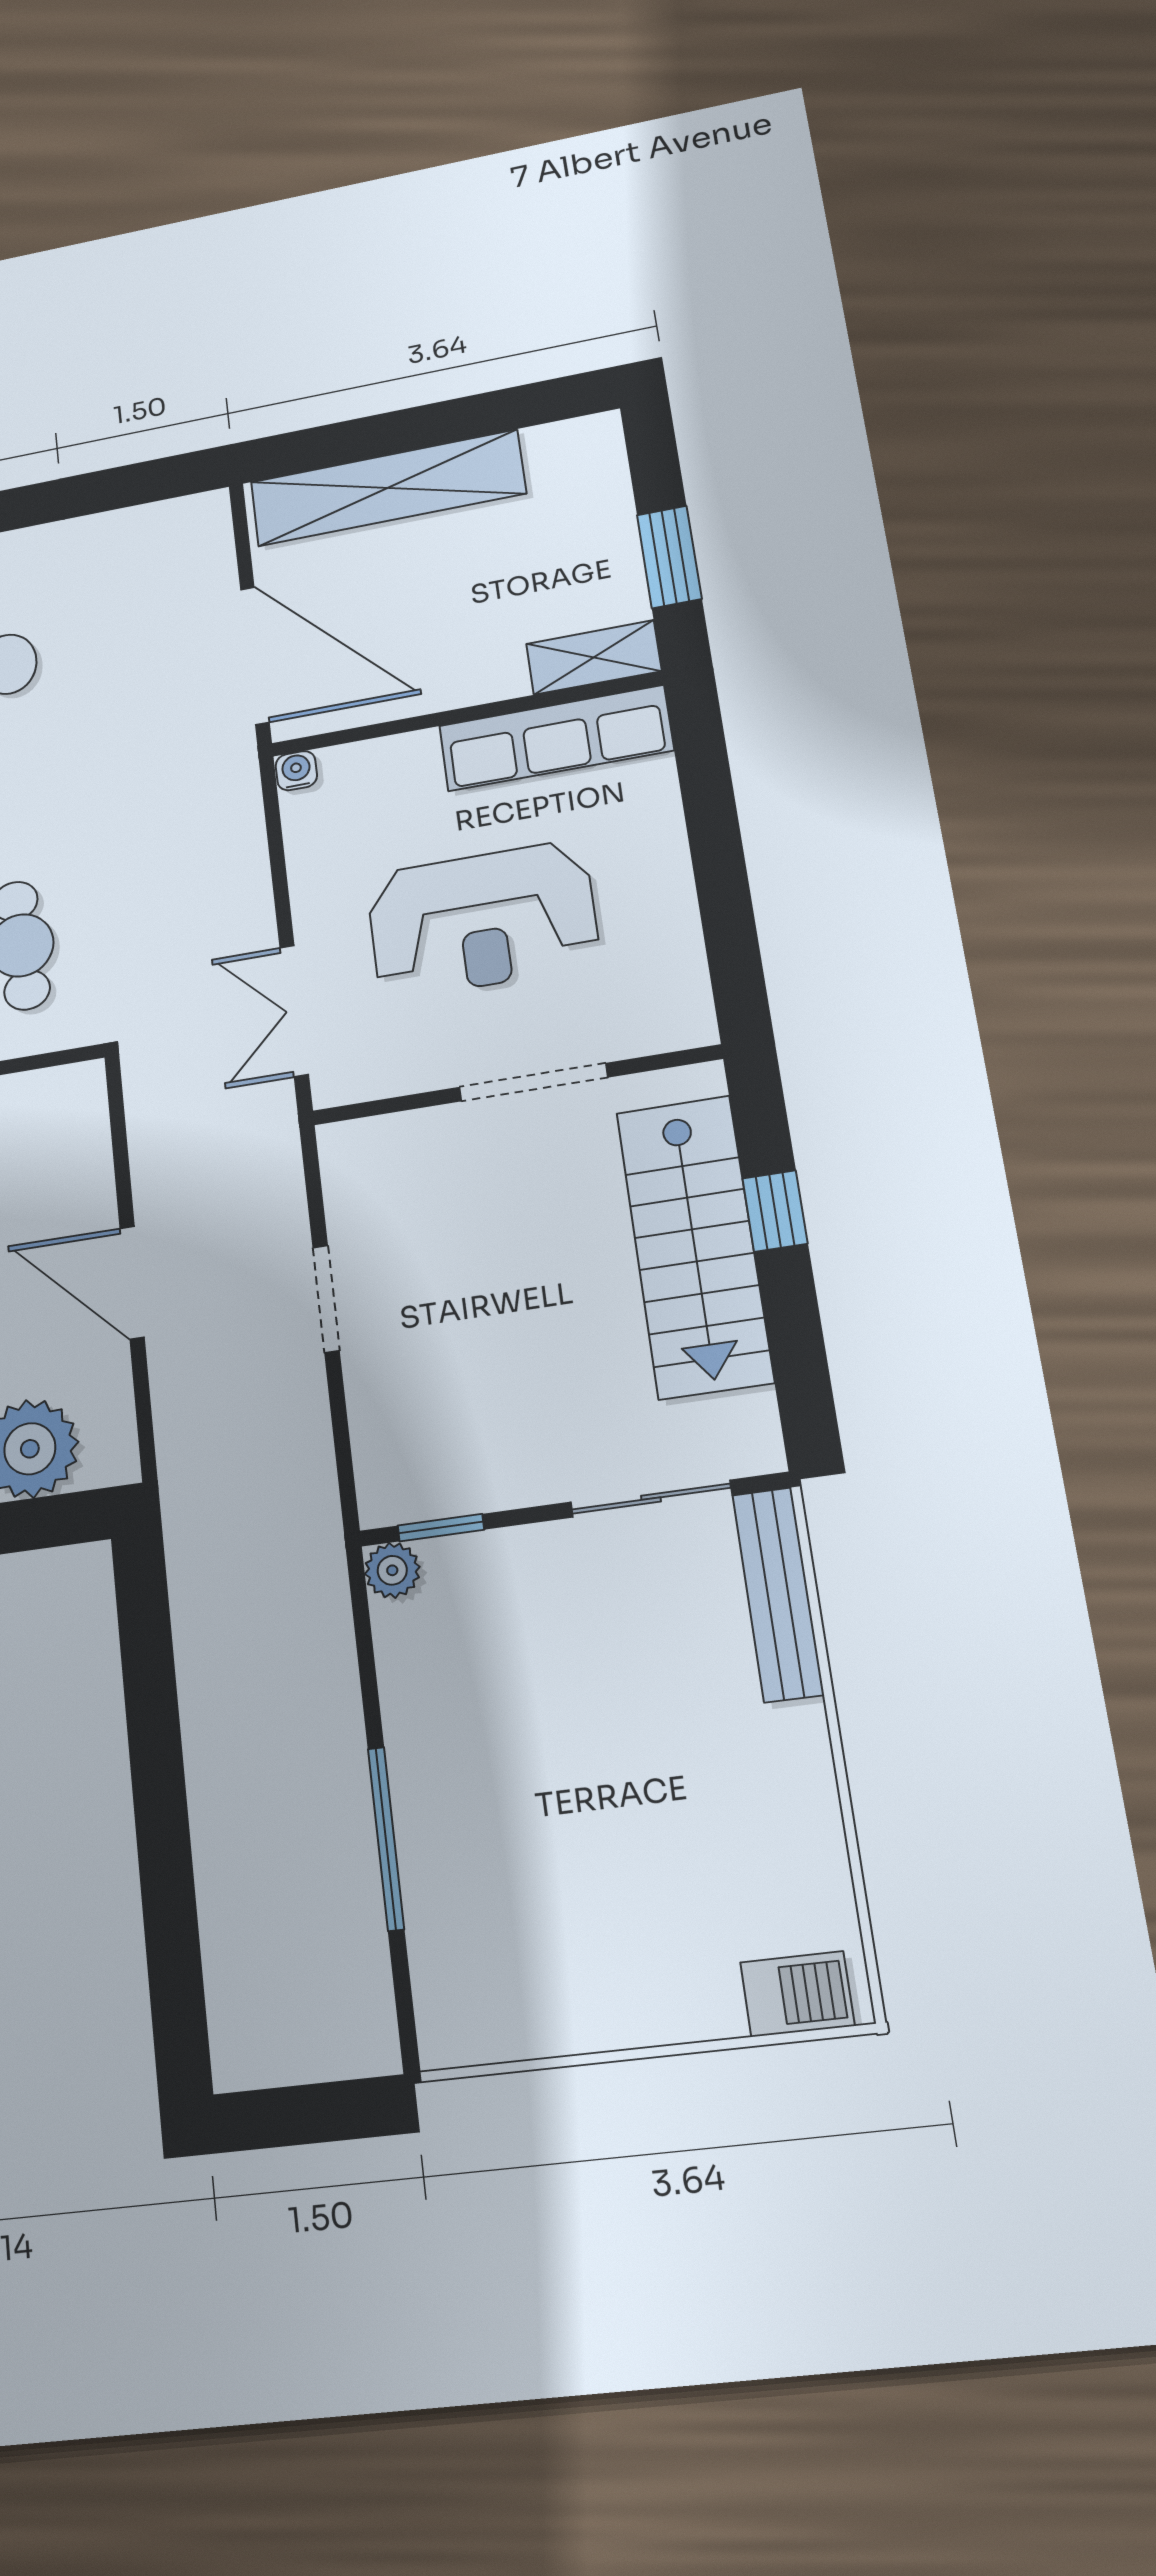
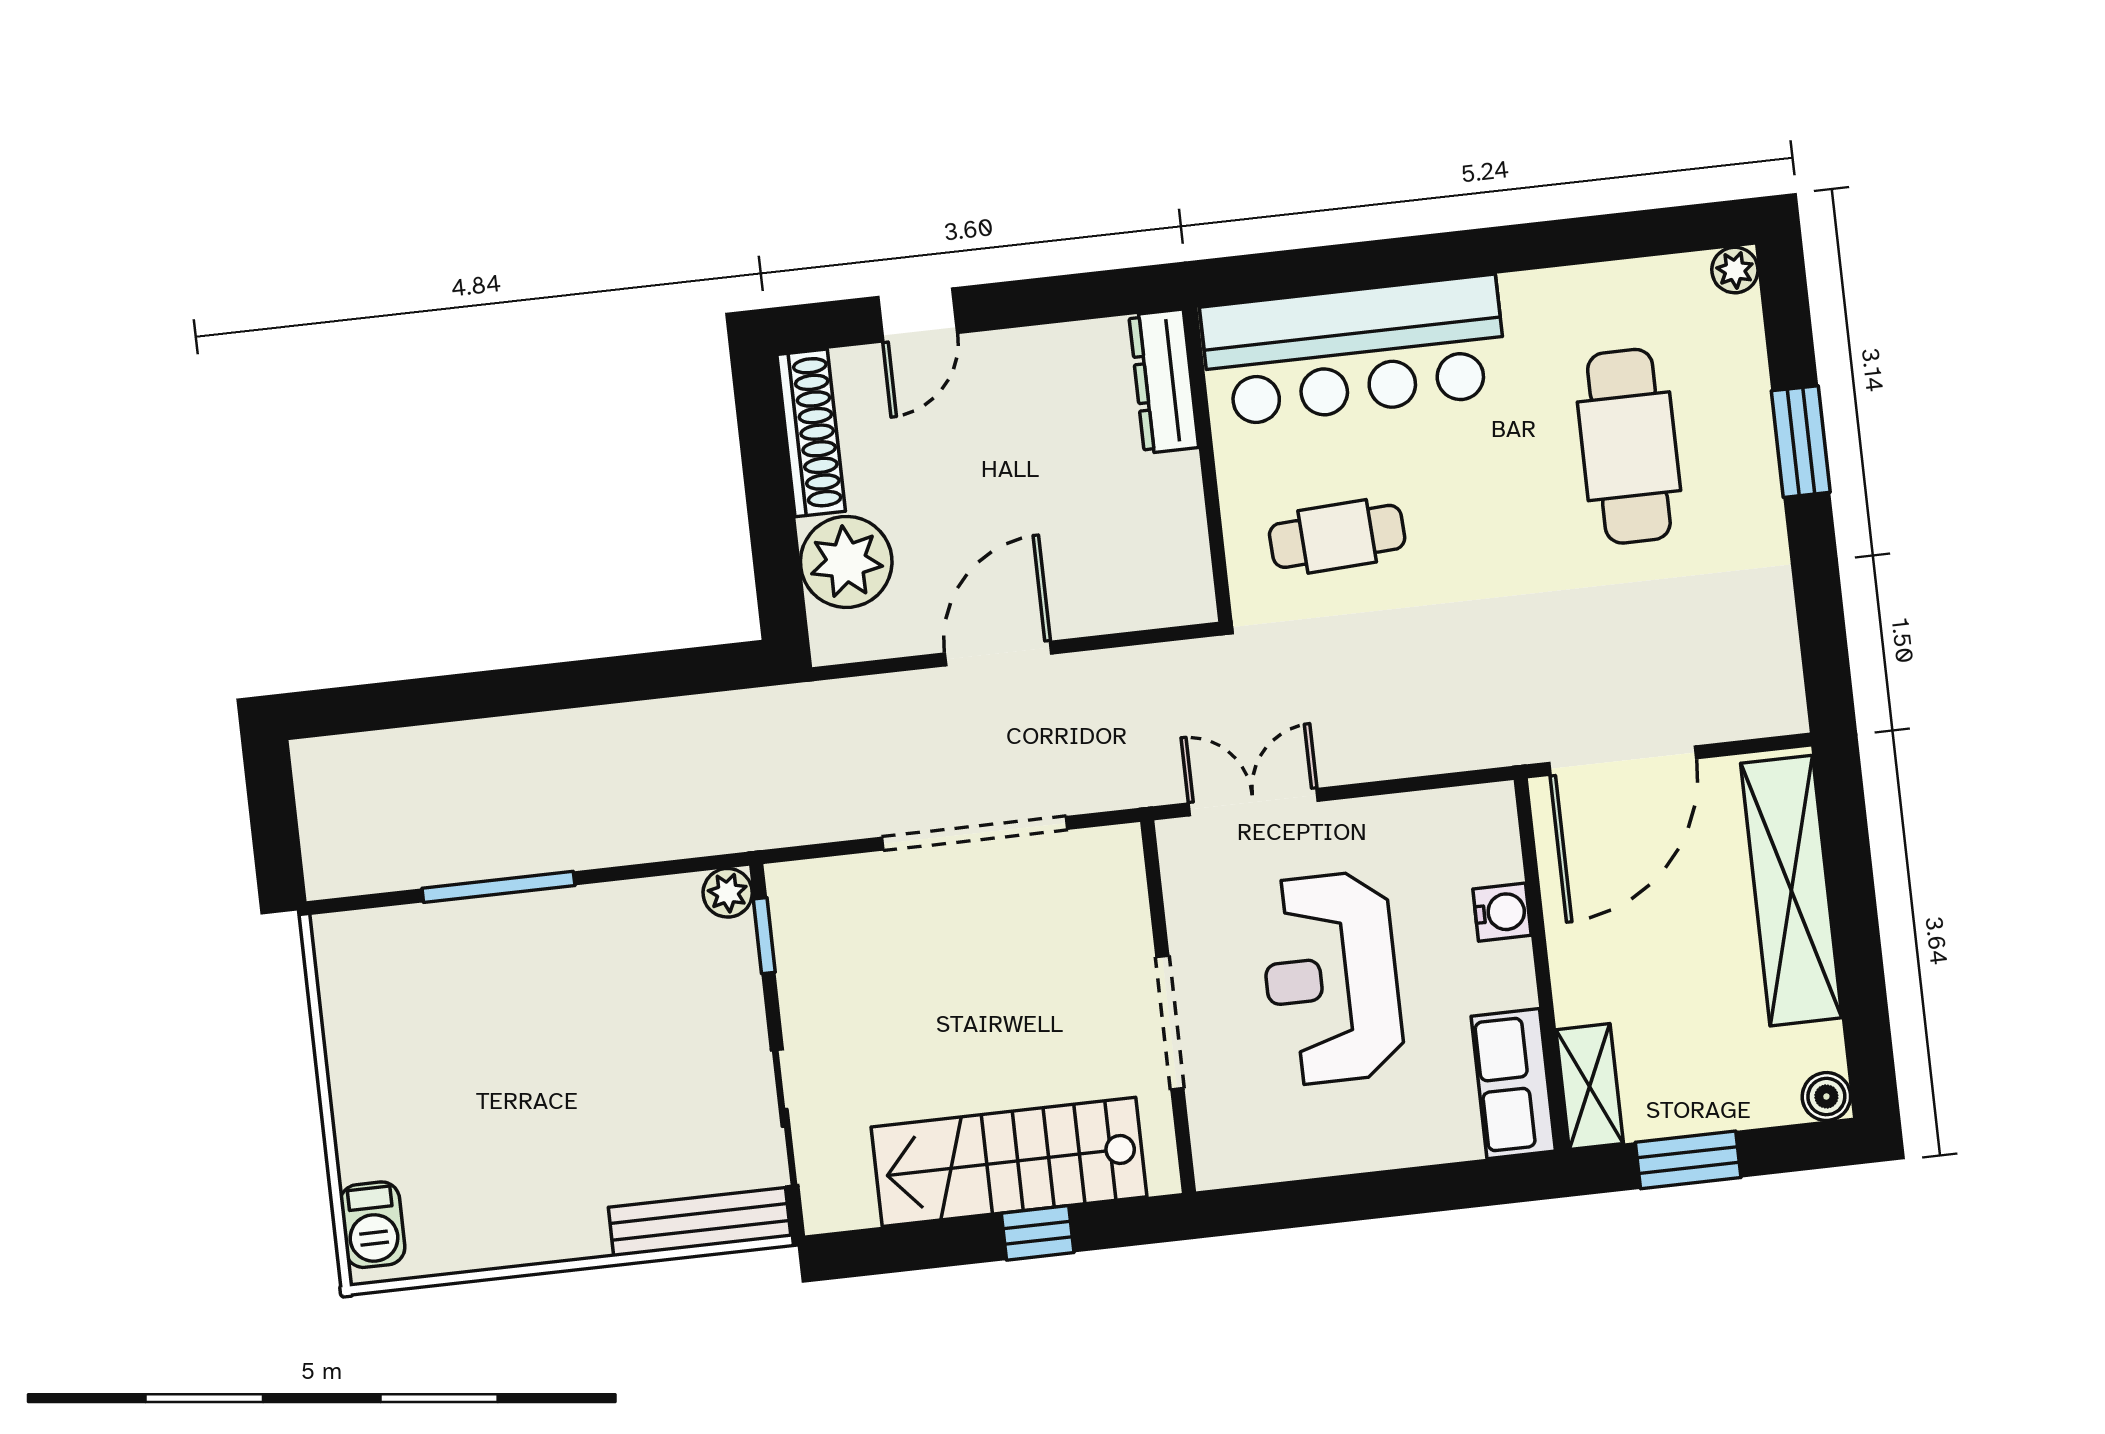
boiler: (599, 435) -> (1826, 1097), added
row of seats: (556, 738) -> (1513, 1084), width x0.68
water cooler: (296, 771) -> (1502, 912), moved, width x1.38, depth x1.38
doorway: (326, 1299) -> (975, 833), width x1.88

